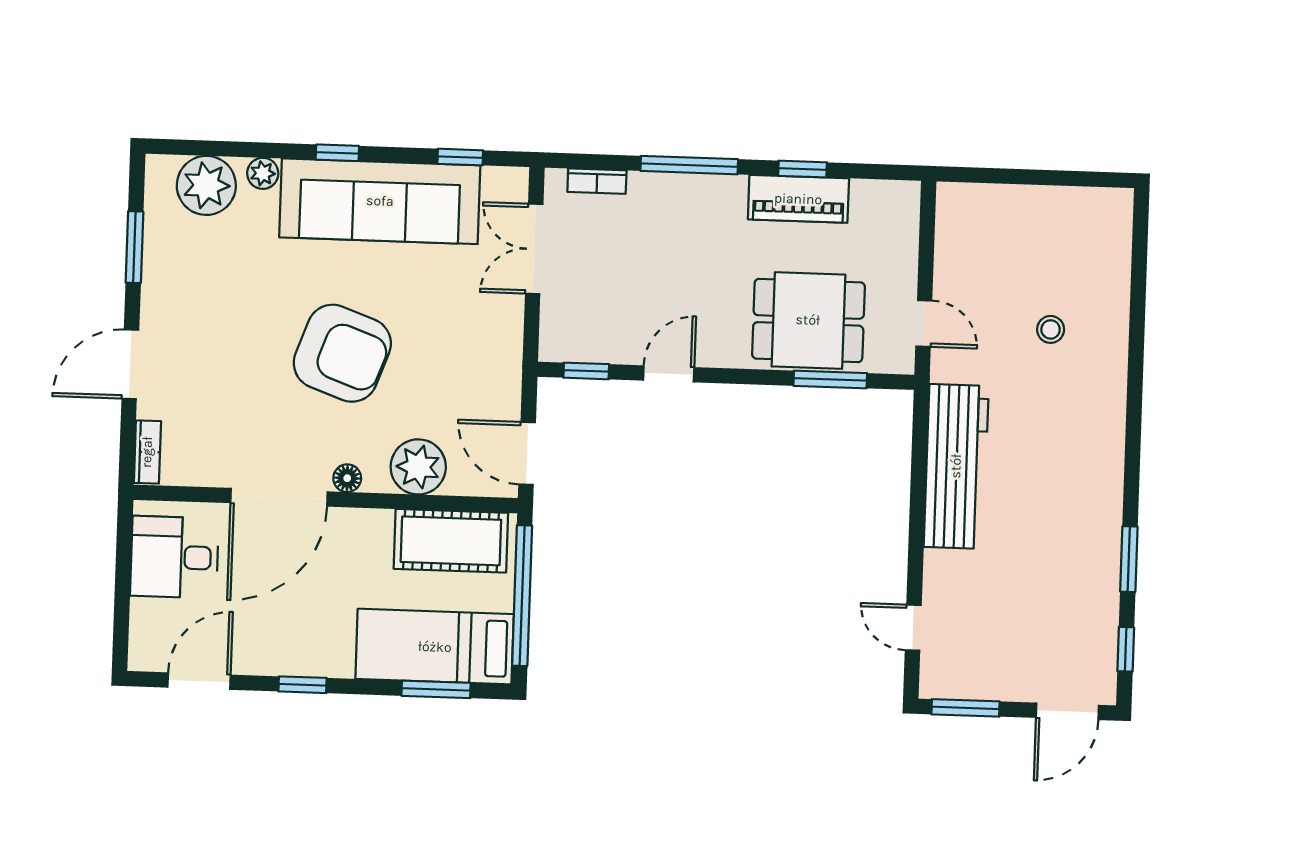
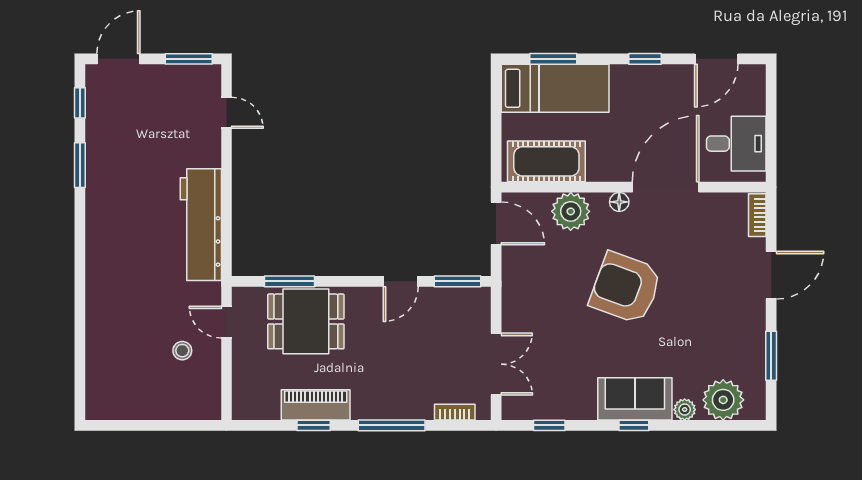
sofa: (380, 201) -> (635, 399), width x0.54, depth x0.79
stool: (1051, 329) -> (182, 351), moved
window: (586, 371) -> (457, 281), width x1.50
window: (522, 596) -> (496, 125), removed

